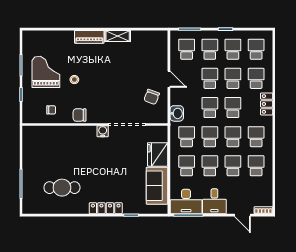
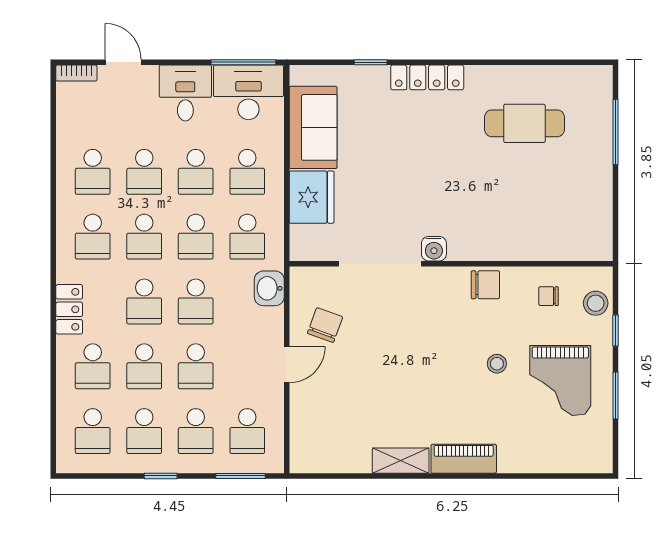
door: (169, 79) -> (287, 365), swing flipped
stool: (30, 107) -> (596, 303), added

